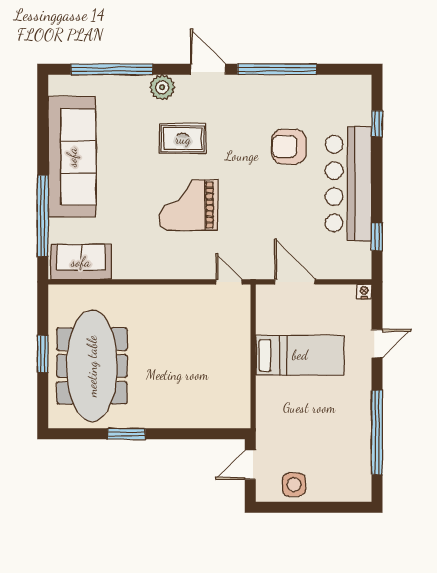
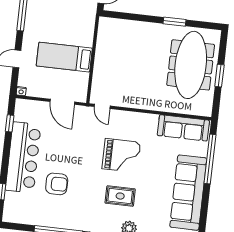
sofa: (81, 262) -> (183, 128), width x1.36

